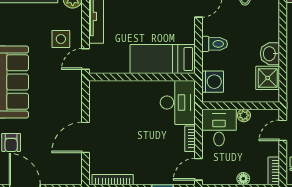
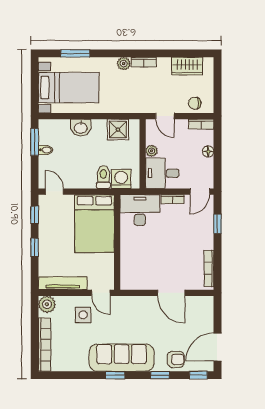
toilet: (215, 44) -> (103, 177), moved
washbasin: (270, 54) -> (81, 128), moved
bed: (163, 59) -> (94, 224), width x1.50
door: (198, 169) -> (200, 192), hinge flipped

